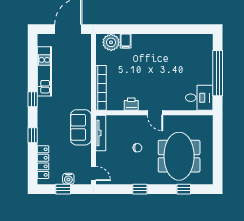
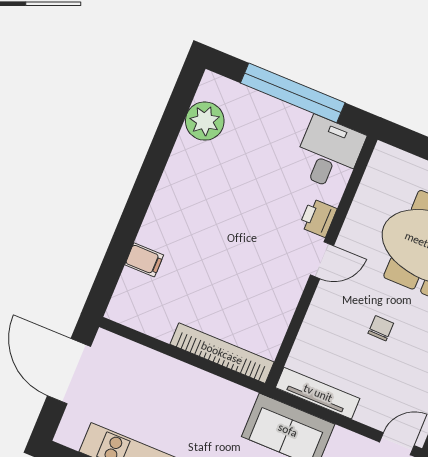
plant: (111, 42) -> (205, 121), moved
printer: (131, 104) -> (318, 218), moved

